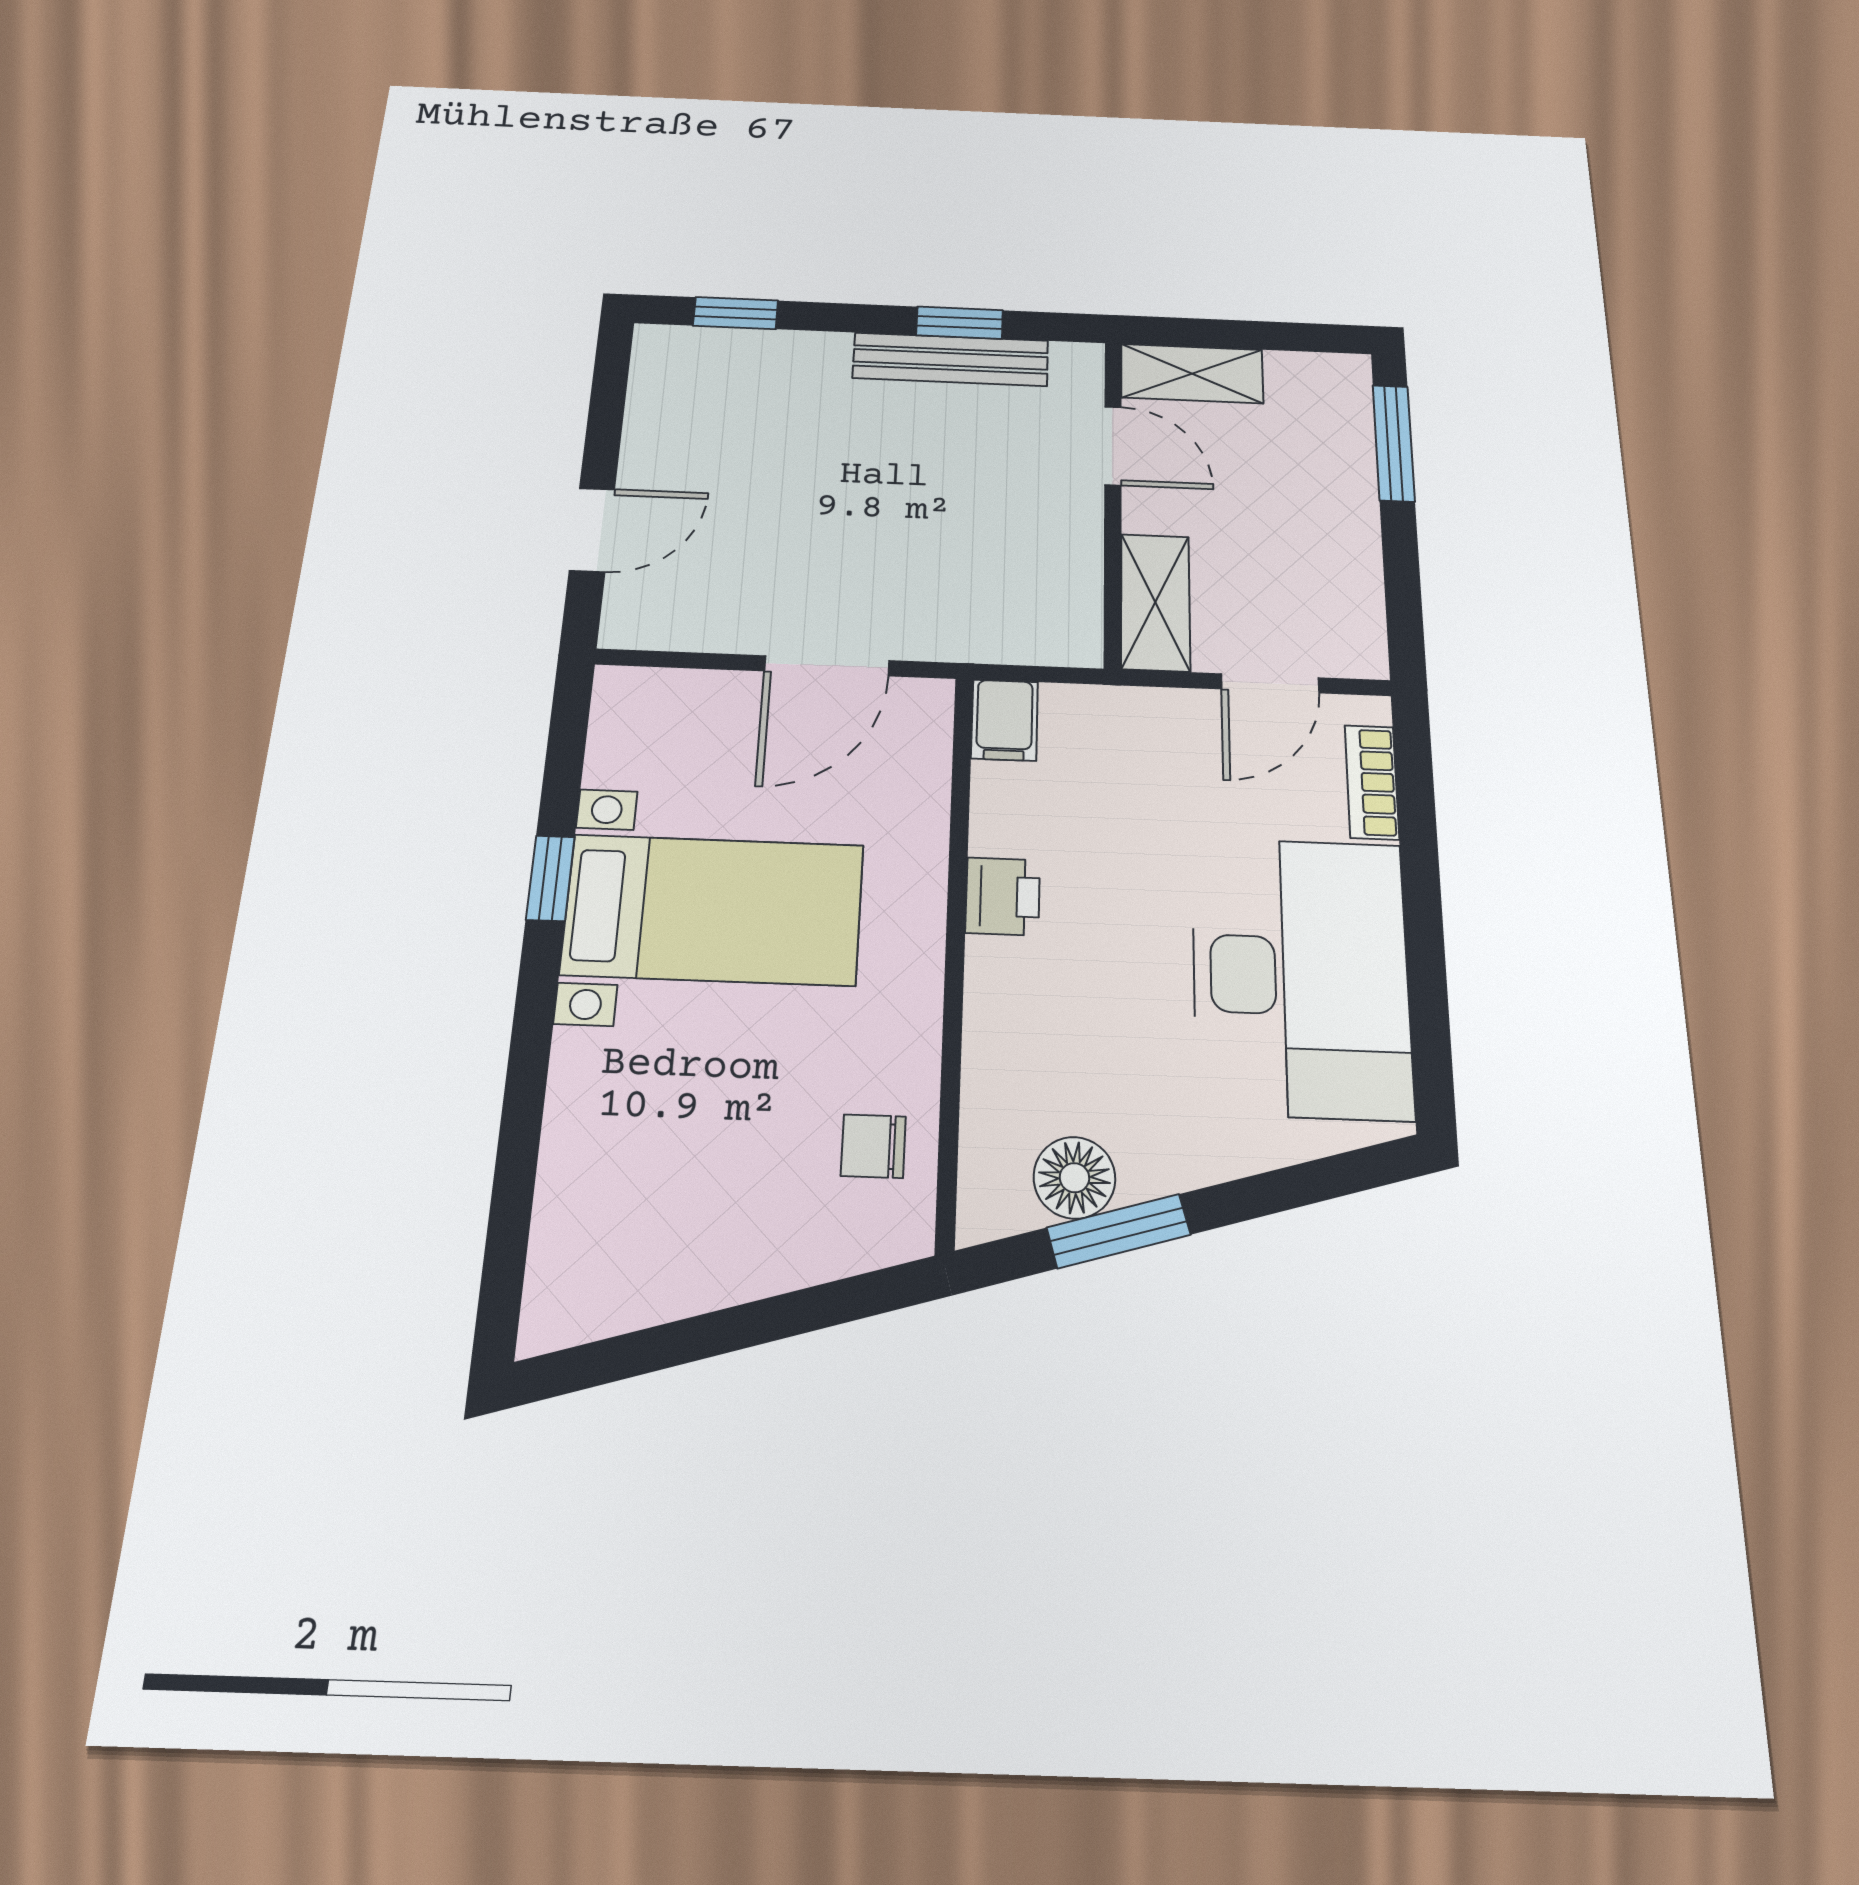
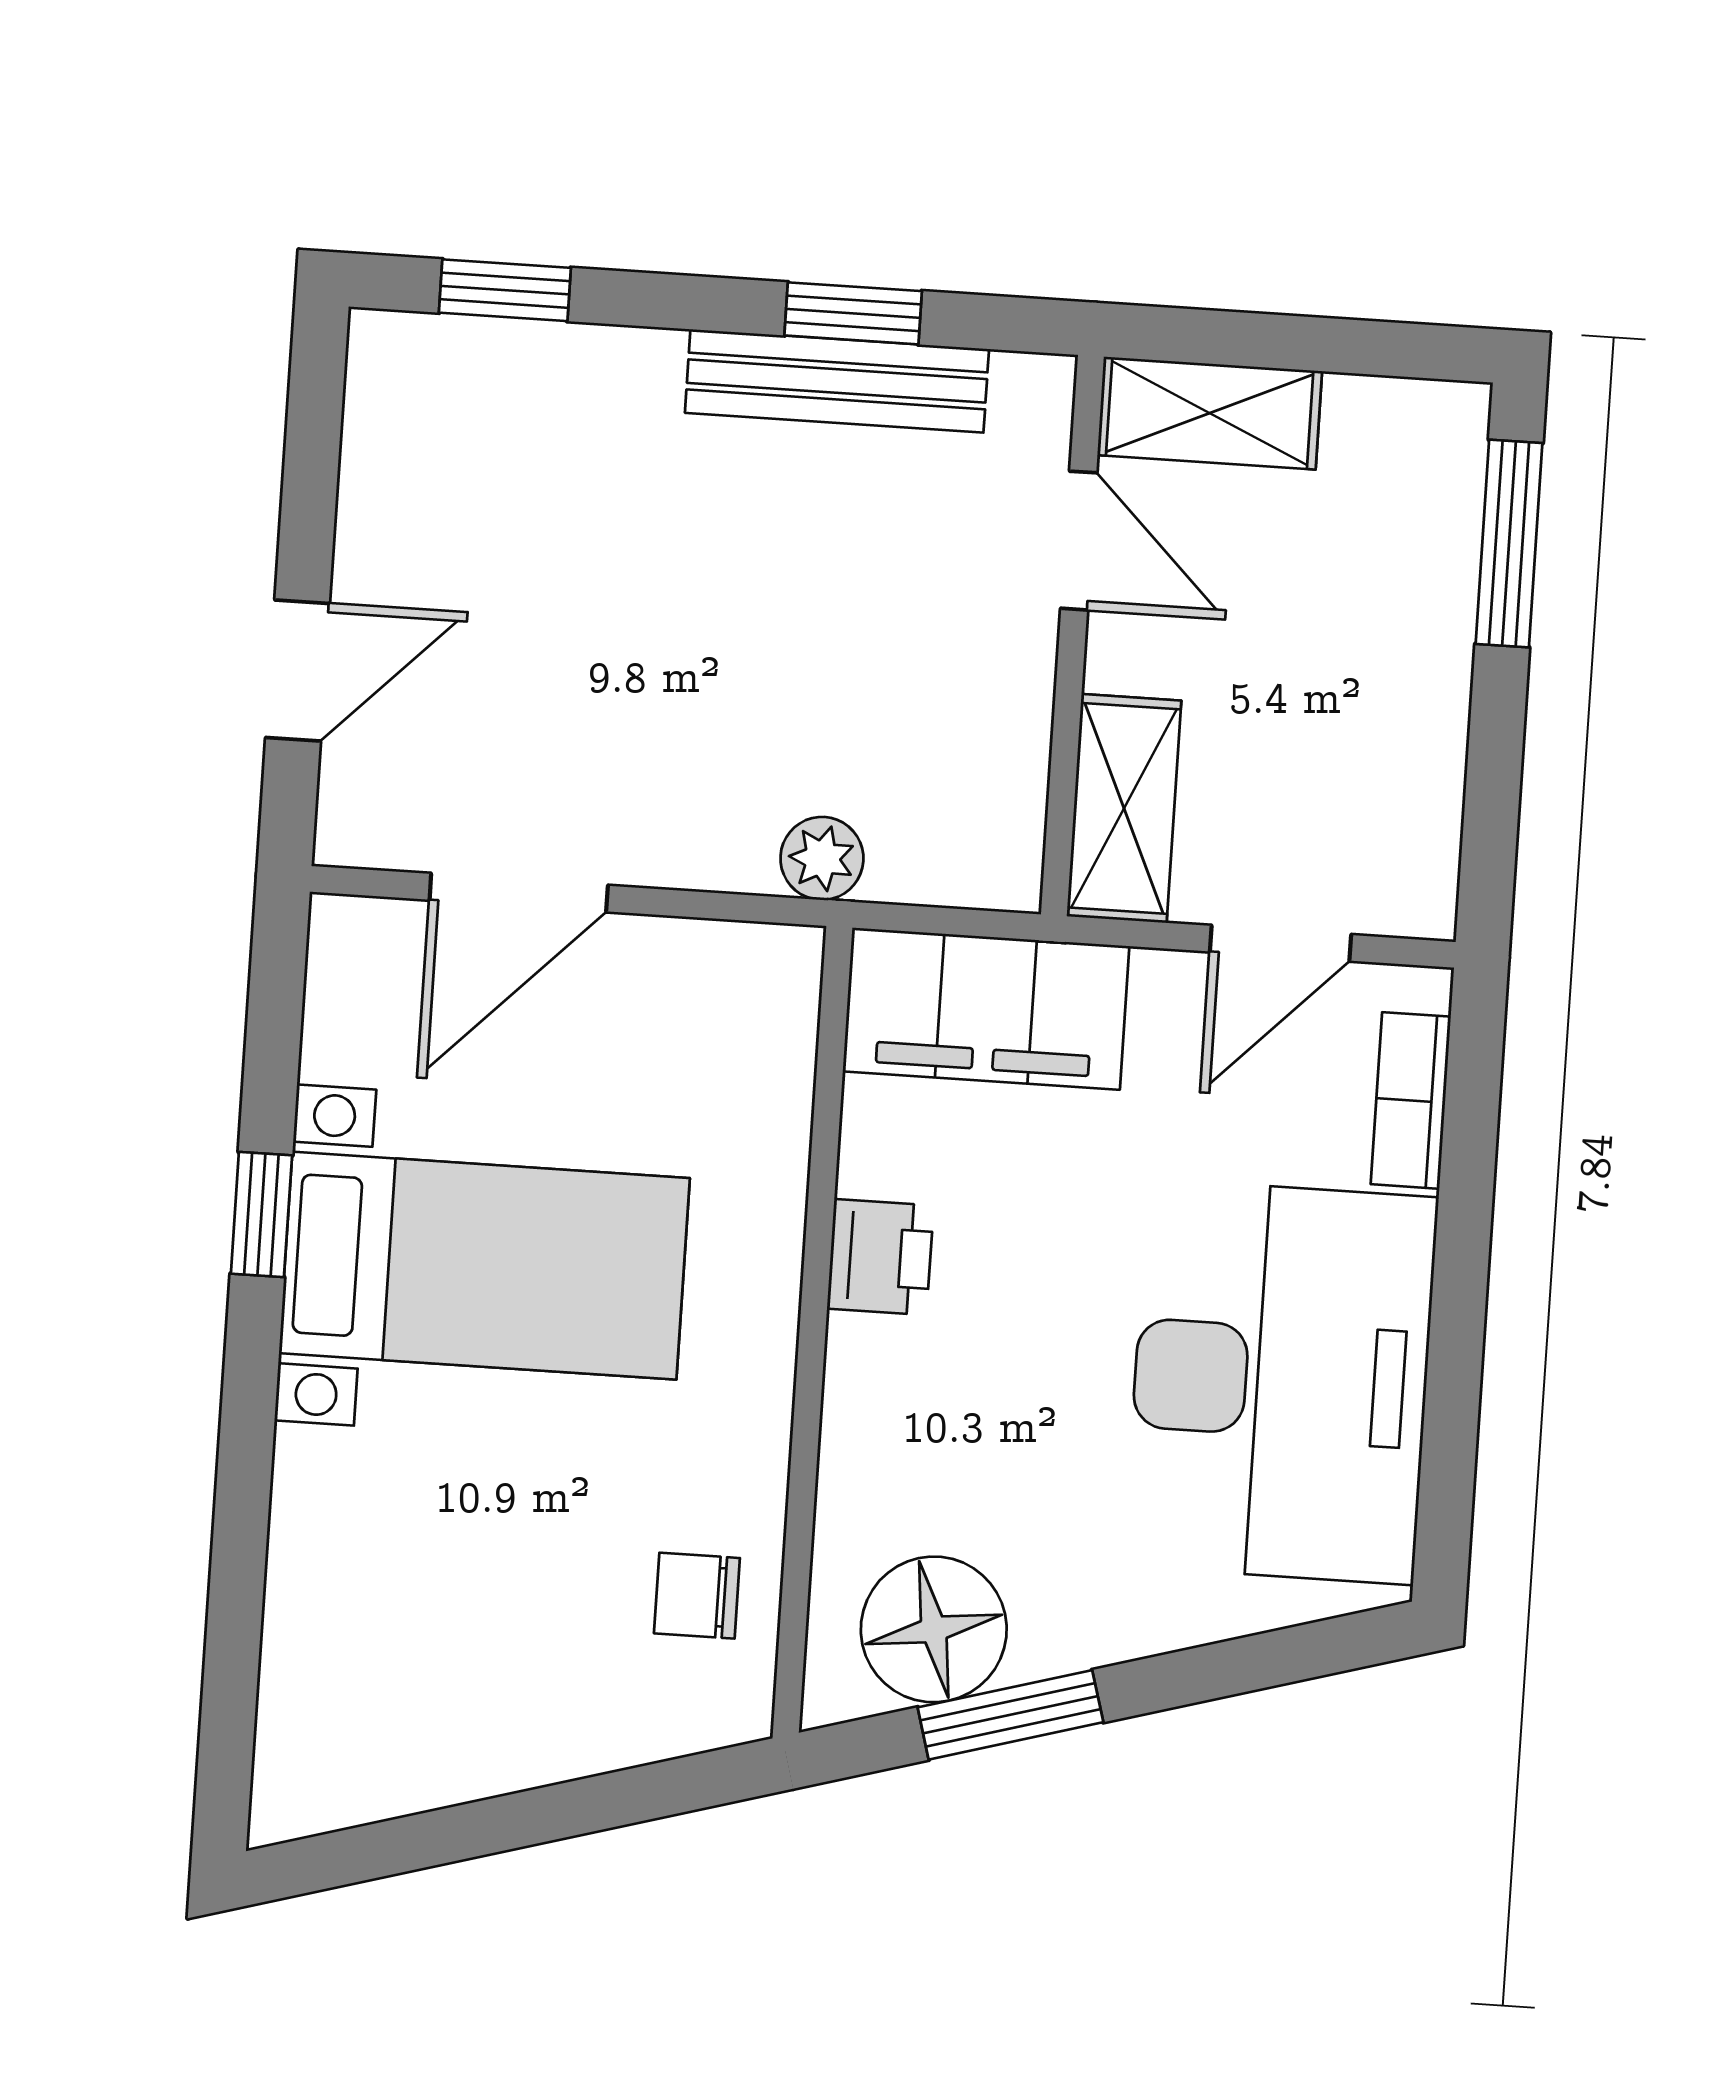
plant: (951, 637) -> (822, 858), added
door: (827, 666) -> (519, 893), moved
filing cabinet: (1004, 720) -> (986, 1009), width x3.00, depth x1.17
floor lamp: (1074, 1178) -> (934, 1629), width x1.38, depth x1.38

